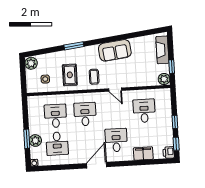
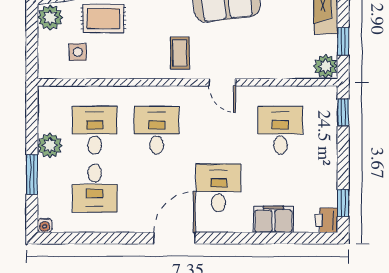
rug: (70, 75) -> (103, 18), moved, turned 90
window: (175, 122) -> (343, 112), moved
plant: (35, 141) -> (50, 145), moved

